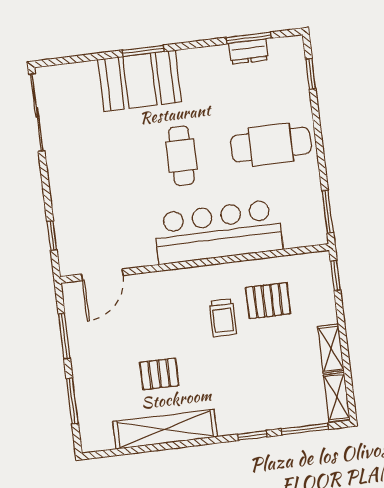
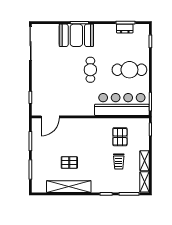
bar counter: (218, 232) -> (122, 105), moved
pallet: (268, 301) -> (120, 137), turned 90
trolley: (223, 318) -> (119, 162), moved

